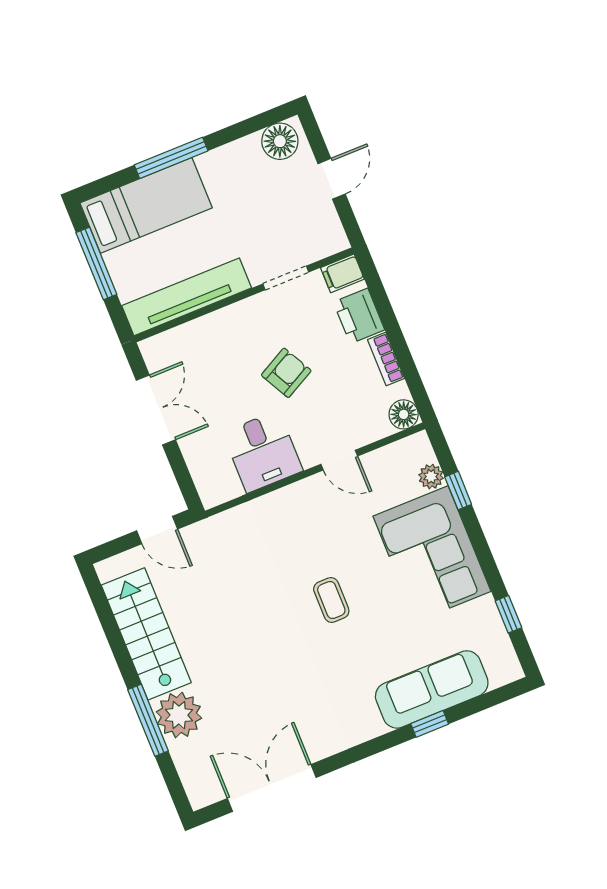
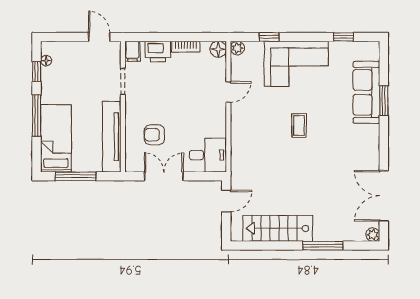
window: (244, 128) -> (37, 71), added
floor lamp: (280, 141) -> (46, 61), width x0.53, depth x0.53
door: (332, 179) -> (99, 37), moved
armchair: (286, 373) -> (154, 135), moved, turned -62
desk: (263, 452) -> (208, 155), moved
plant: (431, 477) -> (237, 48), moved
coffee table: (331, 600) -> (299, 126), turned 90
plant: (179, 715) -> (373, 235), moved, width x0.53, depth x0.53
window: (430, 724) -> (384, 101), width x1.50

